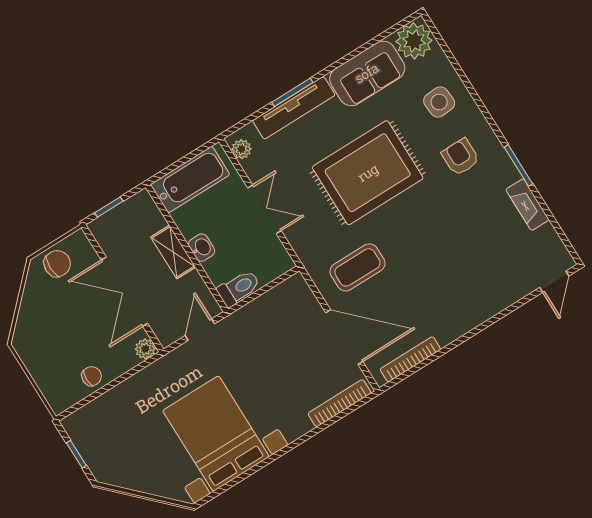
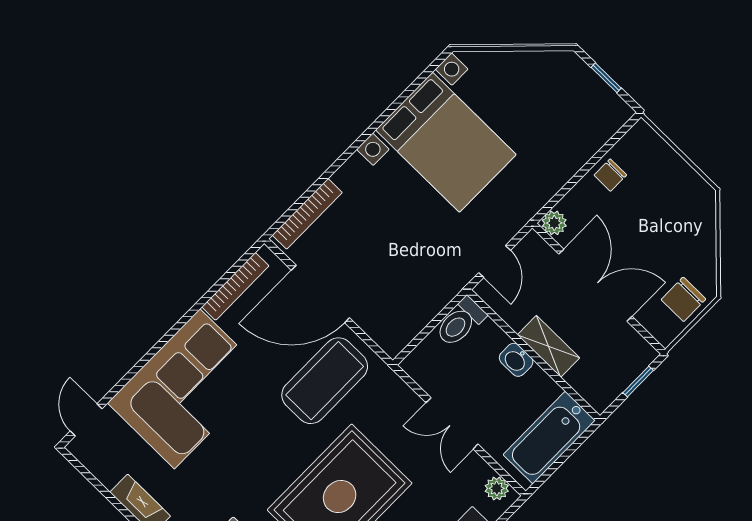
coffee table: (357, 267) -> (325, 381), width x1.36, depth x1.32
corner sofa: (468, 287) -> (187, 389), added

